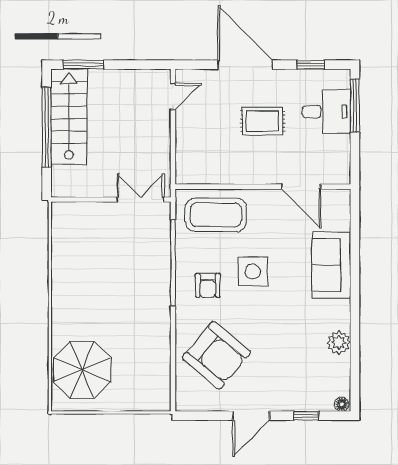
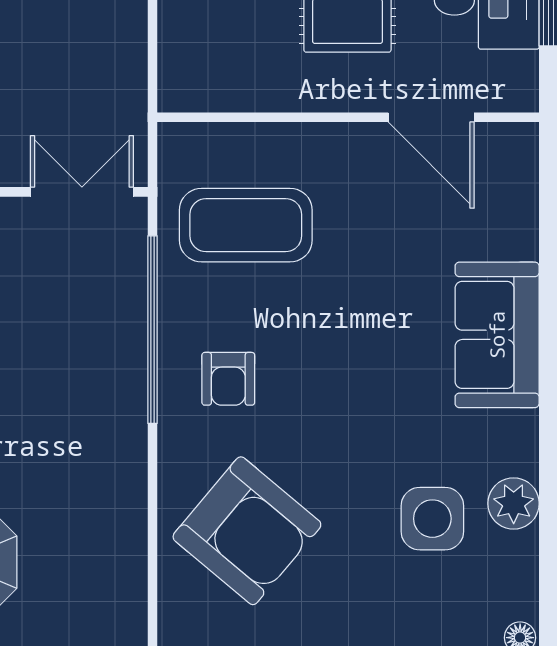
wall: (263, 187) -> (348, 117), moved
door: (301, 187) -> (431, 117), moved
side table: (253, 271) -> (432, 519), moved

